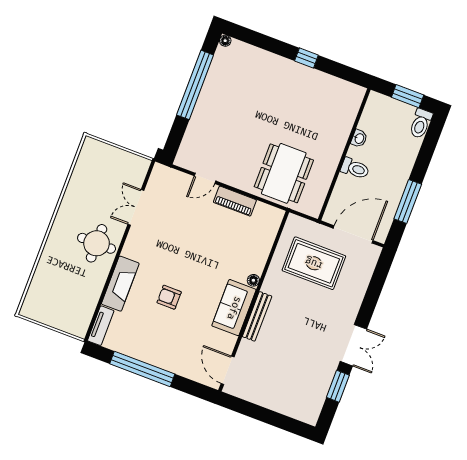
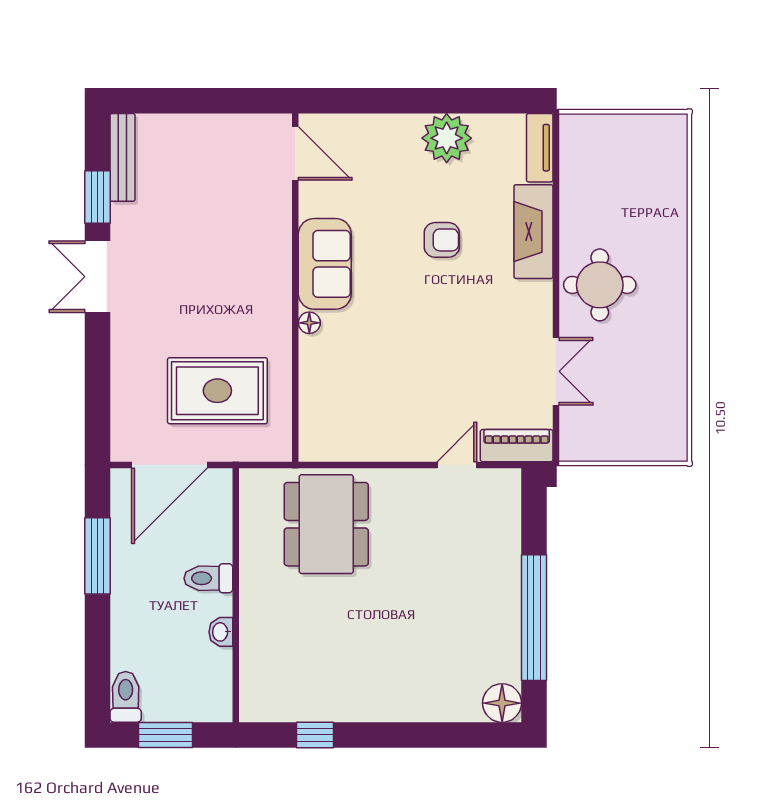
floor lamp: (225, 41) -> (502, 703), width x1.89, depth x1.89
window: (306, 58) -> (315, 735), moved
piano: (235, 201) -> (517, 446), moved
bench: (257, 316) -> (122, 157), moved
plant: (147, 349) -> (447, 138), added
window: (142, 369) -> (441, 101), removed

